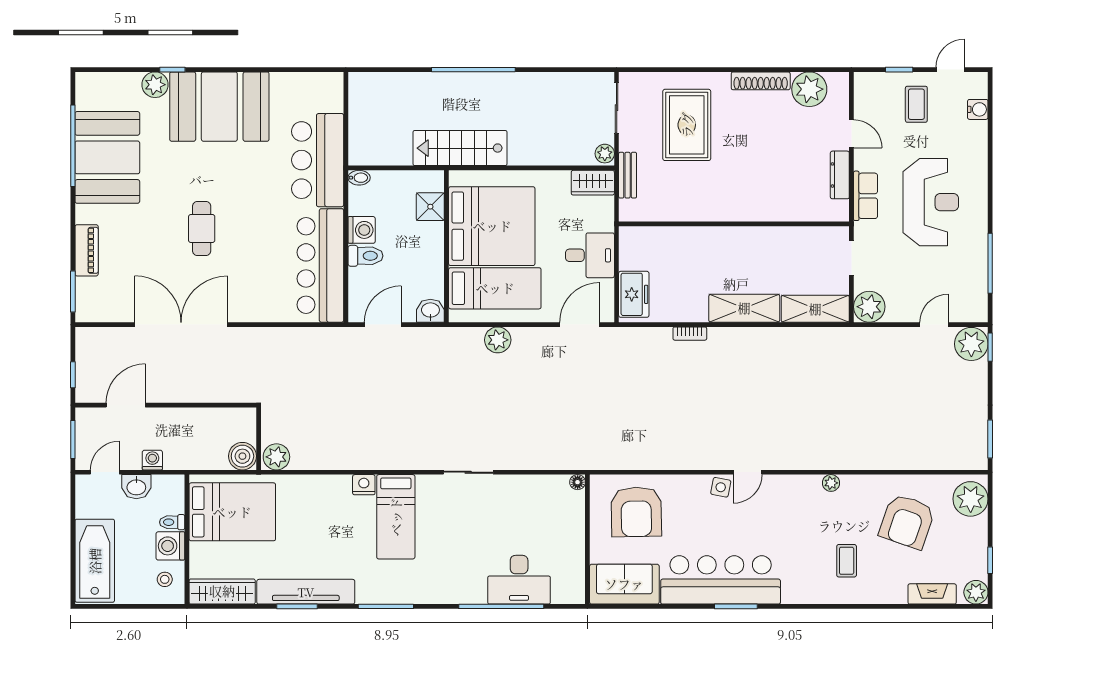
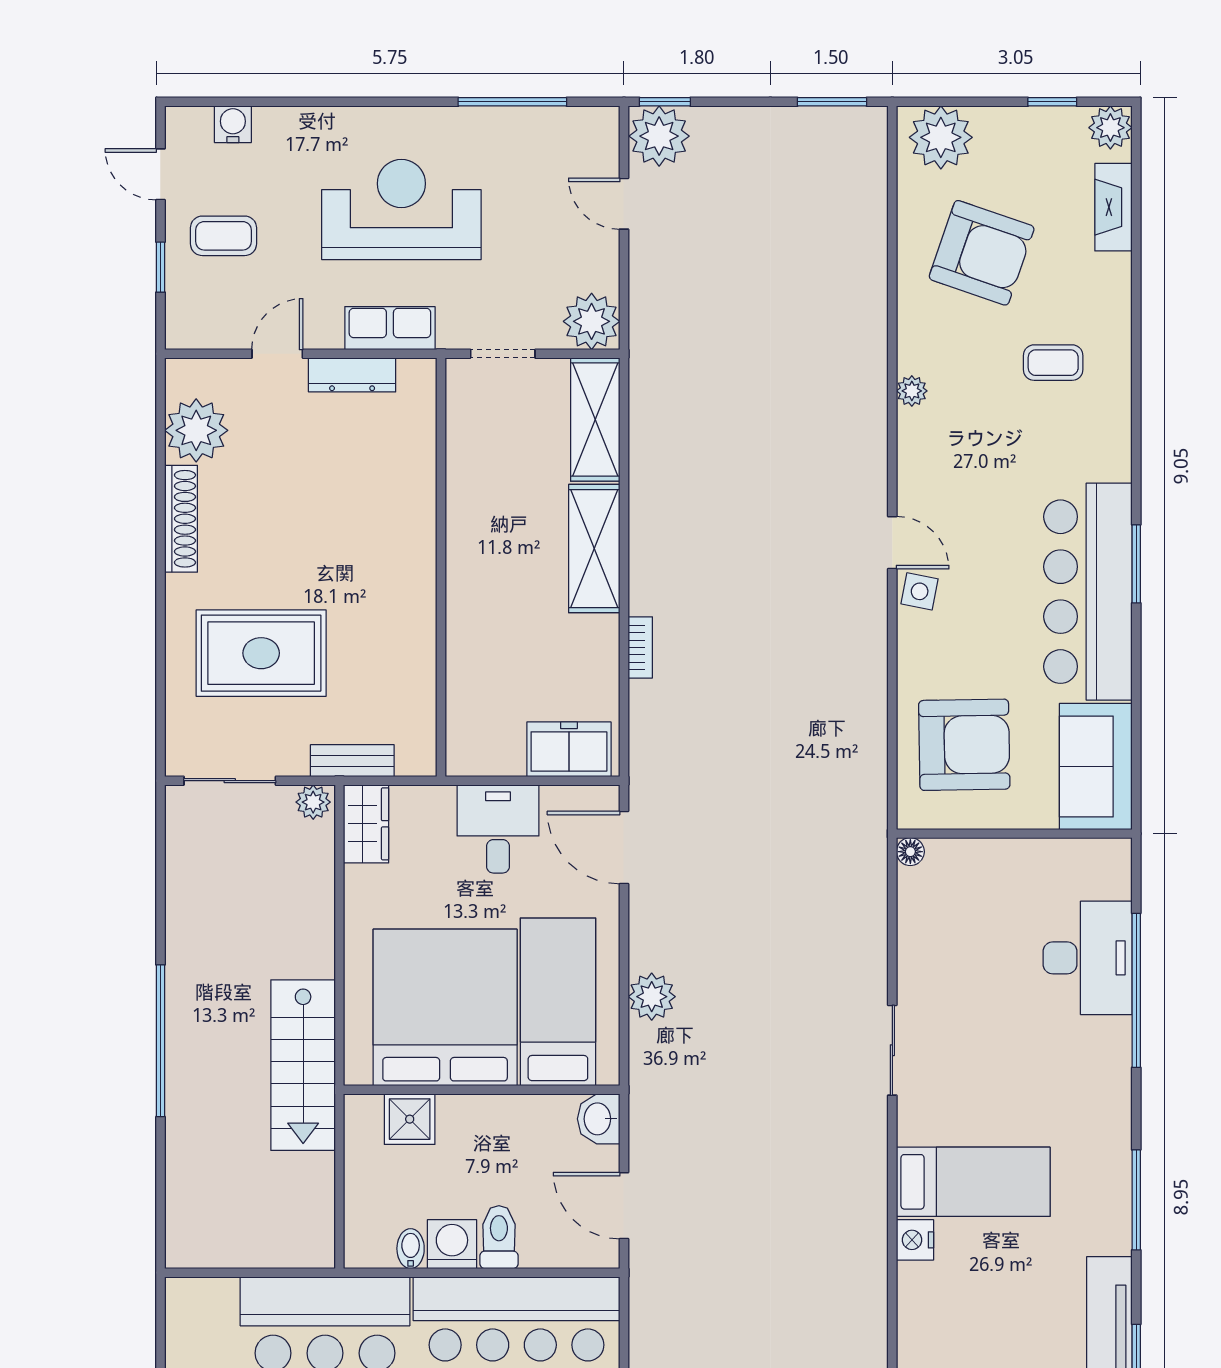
bidet: (359, 178) -> (411, 1249), moved

